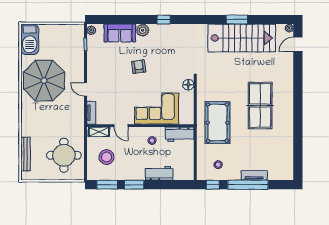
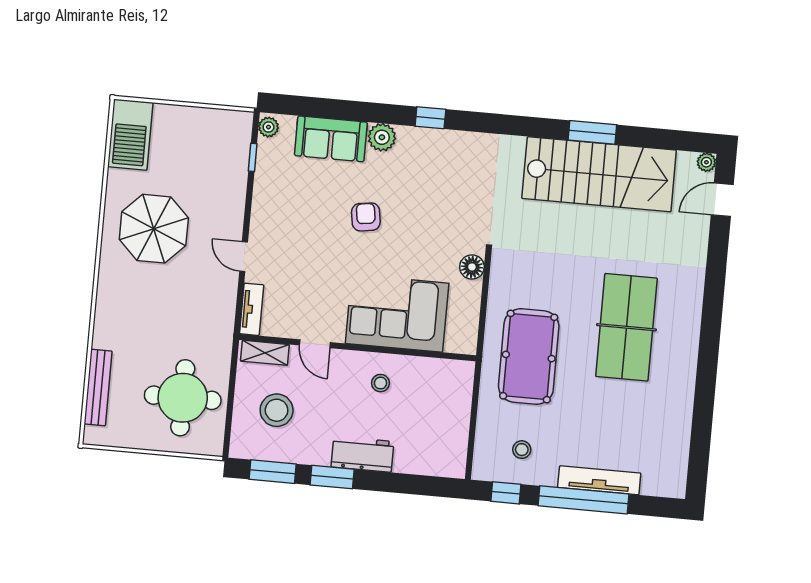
parasol: (44, 81) -> (154, 229), width x0.73, depth x0.73
workbench: (180, 134) -> (443, 375), removed
workbench: (159, 173) -> (362, 454), moved
tv unit: (254, 175) -> (599, 480), width x1.41

